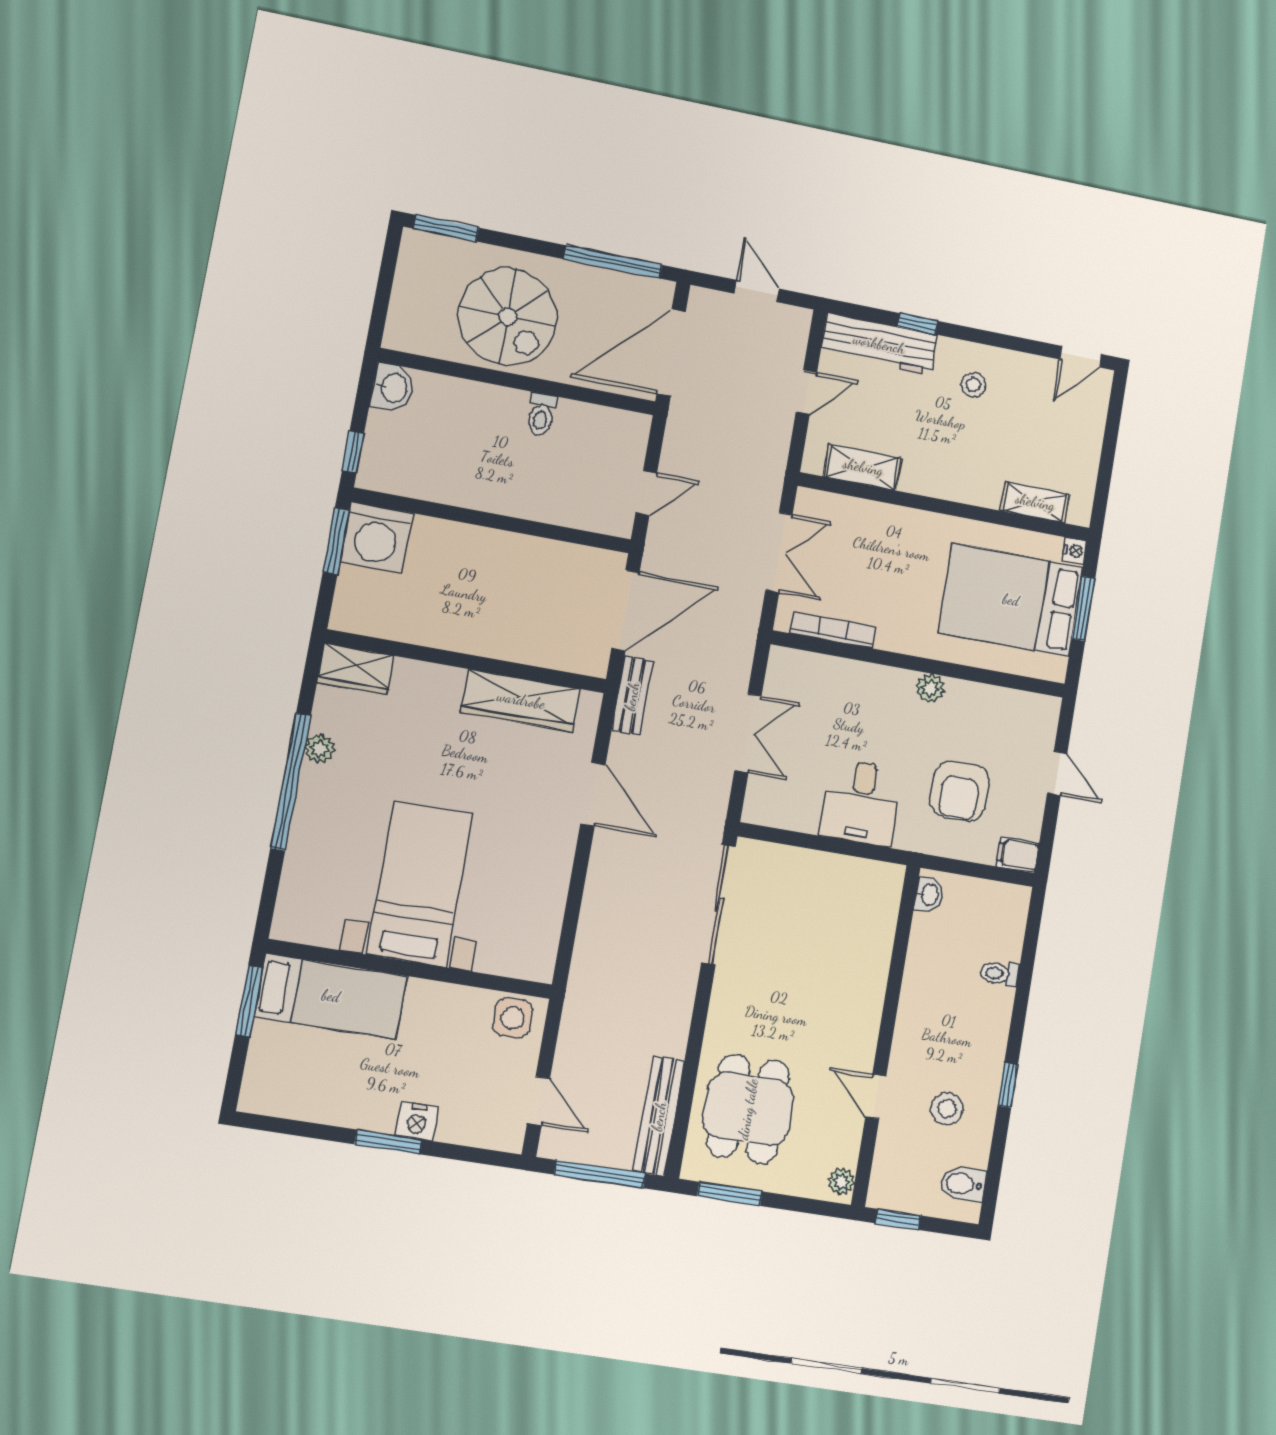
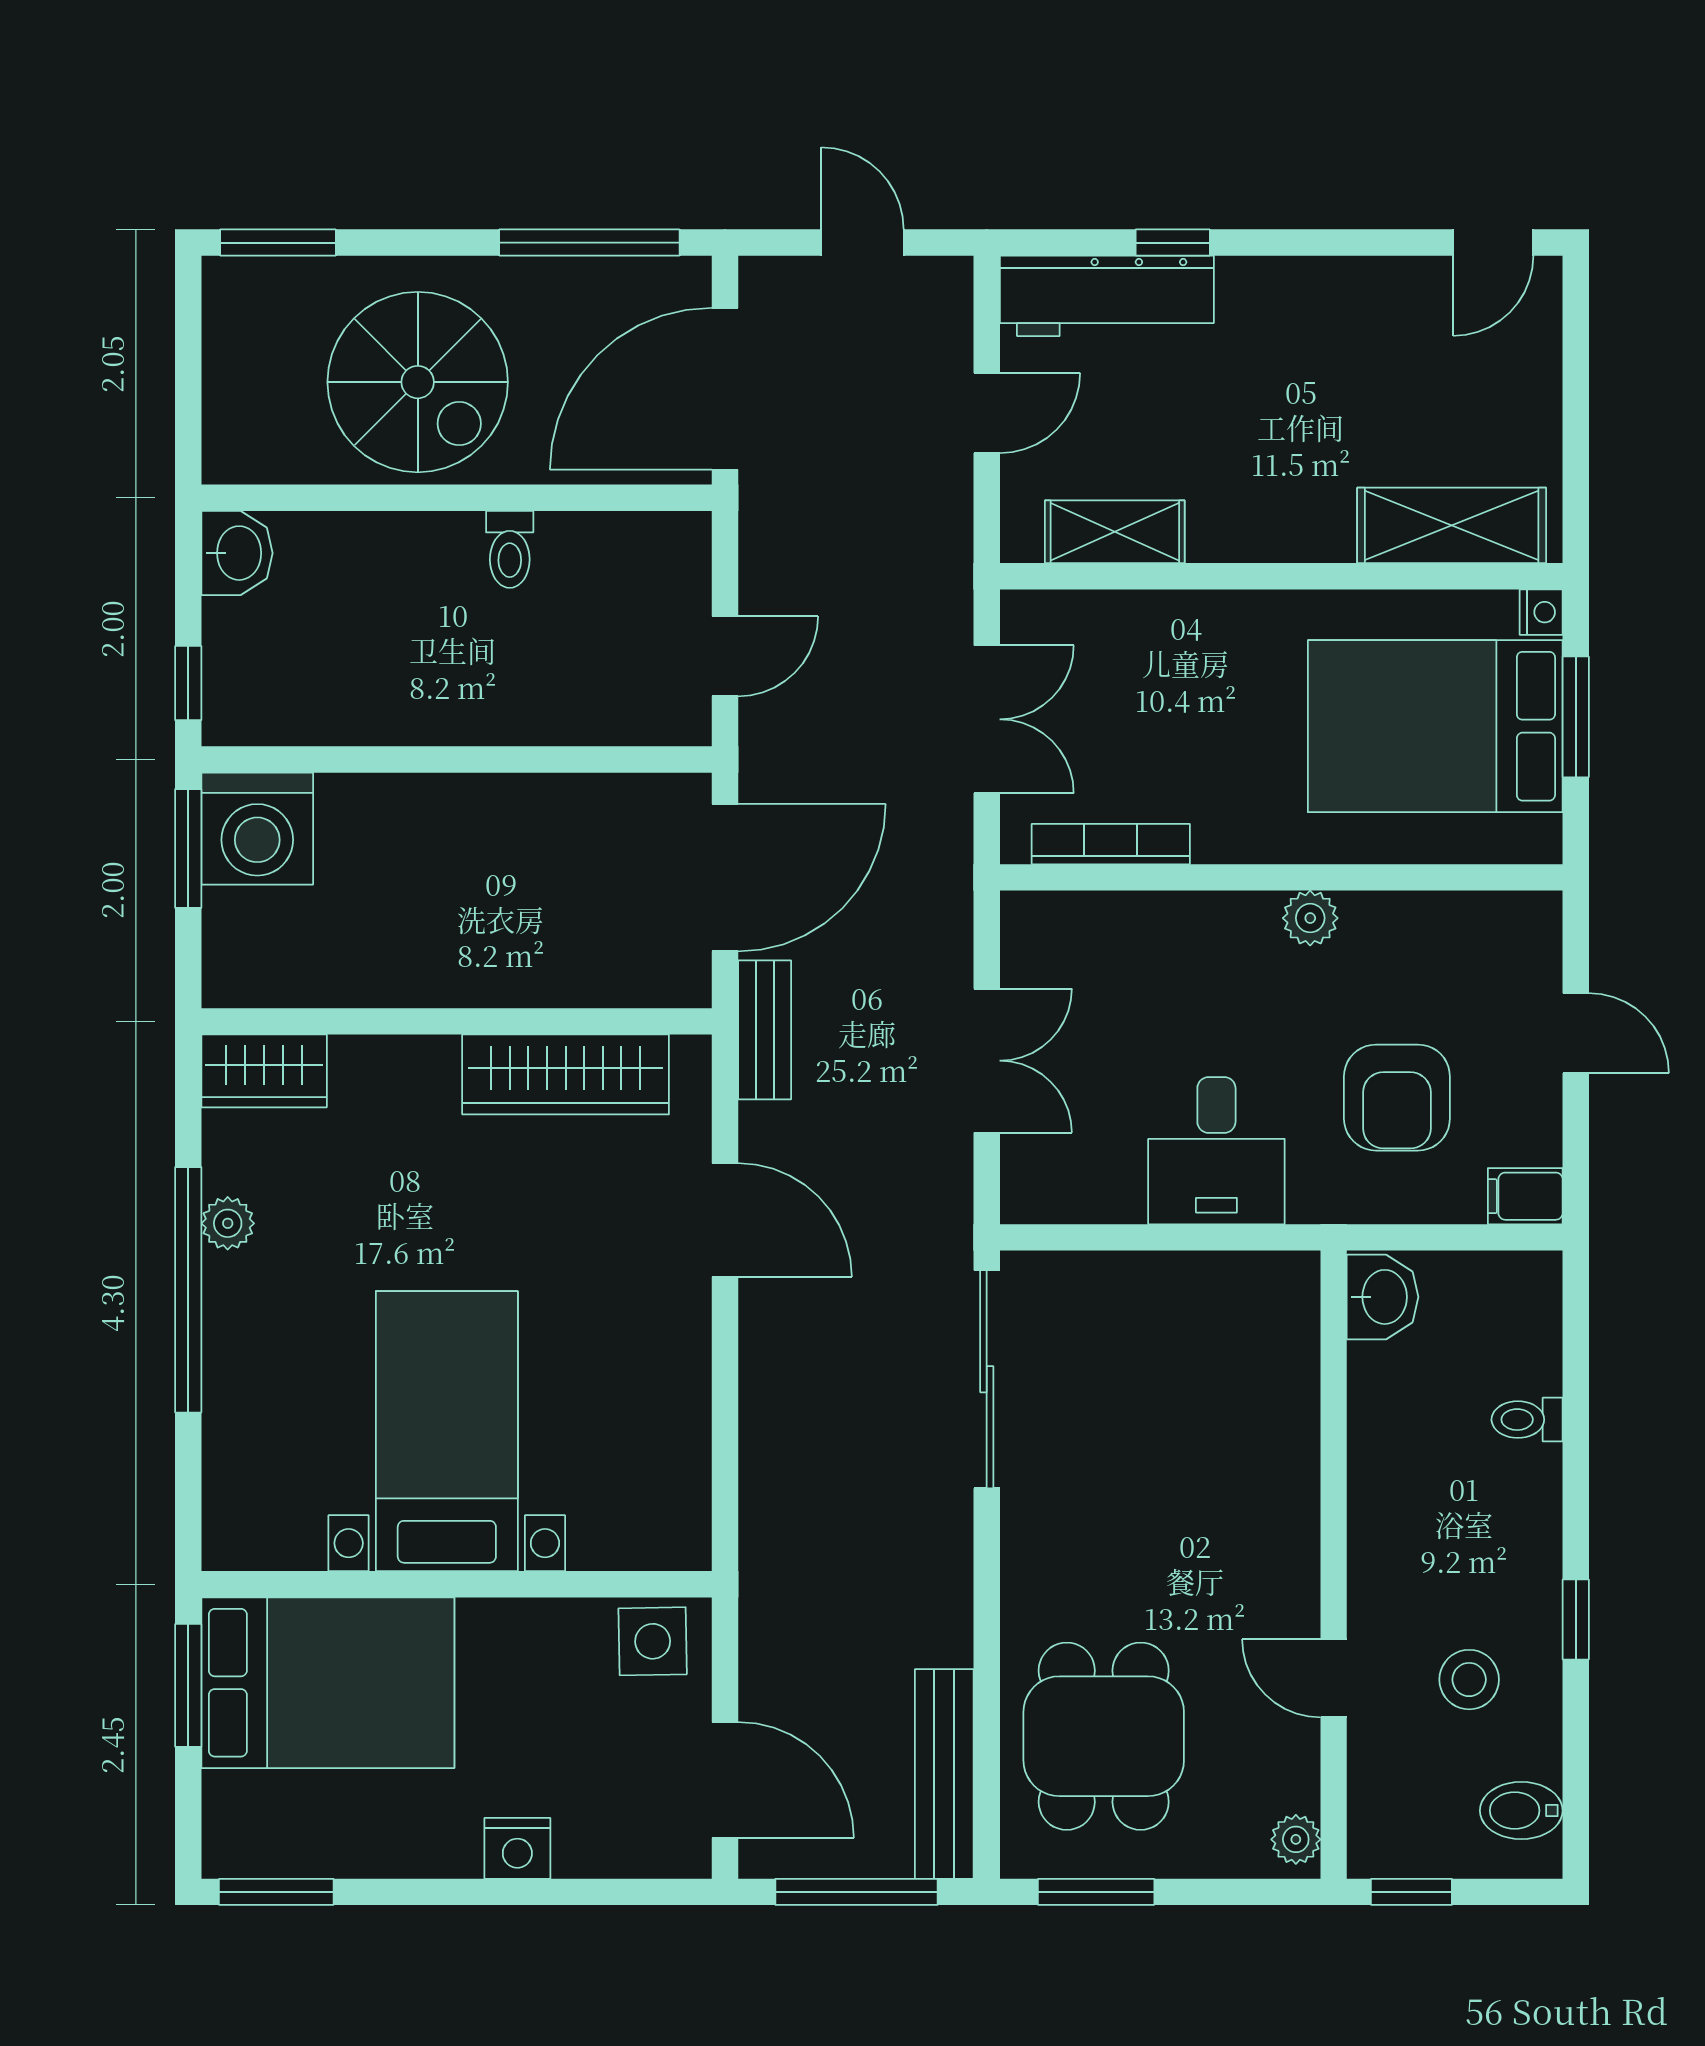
stool: (973, 385) -> (1298, 336), removed
shelving: (1035, 502) -> (1452, 525), width x1.50, depth x1.33
washbasin: (929, 895) -> (1383, 1297), width x1.38, depth x1.45
bed: (331, 996) -> (328, 1683), width x1.50
door: (539, 1101) -> (725, 1780), width x1.38
window: (388, 1142) -> (276, 1892), moved

